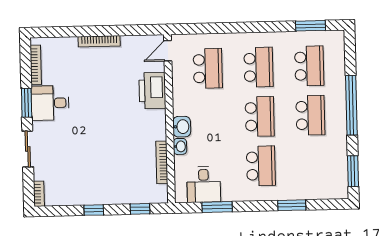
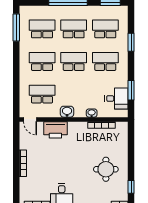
window: (311, 26) -> (16, 27), width x1.44
washbasin: (182, 127) -> (67, 112), moved
school desk: (312, 165) -> (105, 29), added
round table: (93, 171) -> (106, 169), added
window: (140, 209) -> (131, 140), removed
window: (94, 210) -> (131, 187), moved

